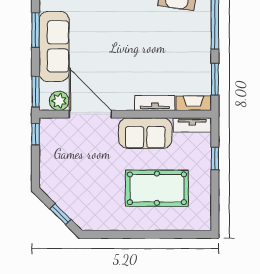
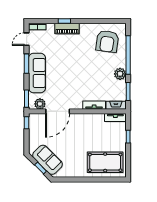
plant: (201, 48) -> (120, 74), added
door: (90, 114) -> (58, 111), swing flipped
sofa: (145, 133) -> (47, 160), moved, turned -135
pool table: (157, 188) -> (105, 162), moved

